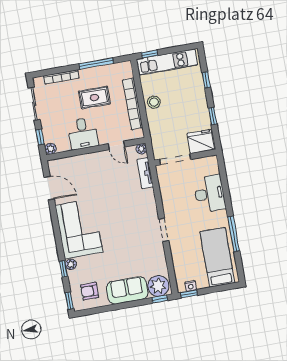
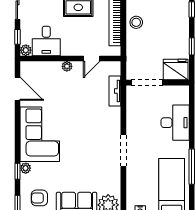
desk: (83, 134) -> (46, 41), moved
door: (117, 145) -> (92, 58), hinge flipped
plant: (141, 149) -> (67, 66), moved
doorway: (164, 230) -> (123, 151), width x1.38

